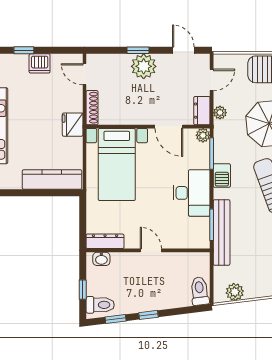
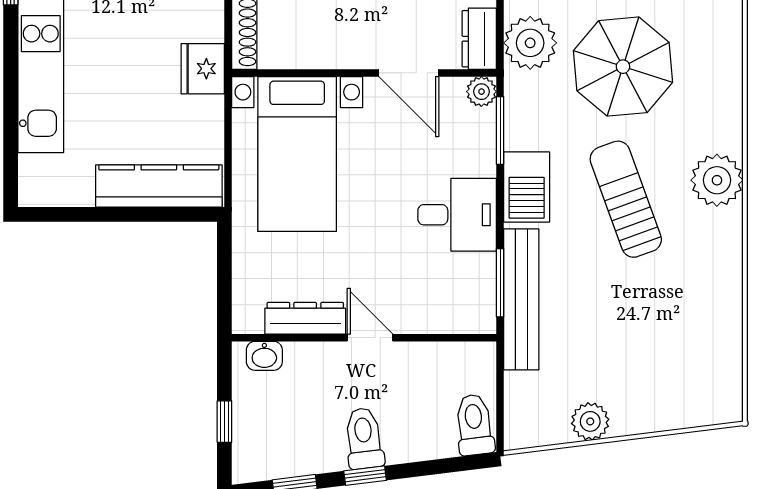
plant: (220, 113) -> (530, 43), width x1.87, depth x1.87
barbecue: (222, 176) -> (527, 187), width x1.38, depth x1.27
desk: (192, 193) -> (457, 215), width x0.73
dresser: (105, 241) -> (305, 318), moved
plant: (235, 292) -> (590, 421), moved
toilet: (100, 305) -> (364, 438), moved, turned -97

